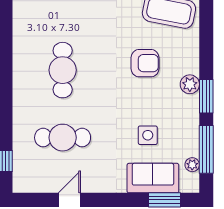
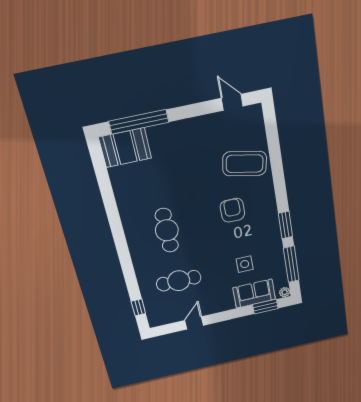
armchair: (145, 63) -> (232, 210), turned -90
plant: (190, 84) -> (271, 219), removed
plant: (192, 165) -> (285, 292), moved

